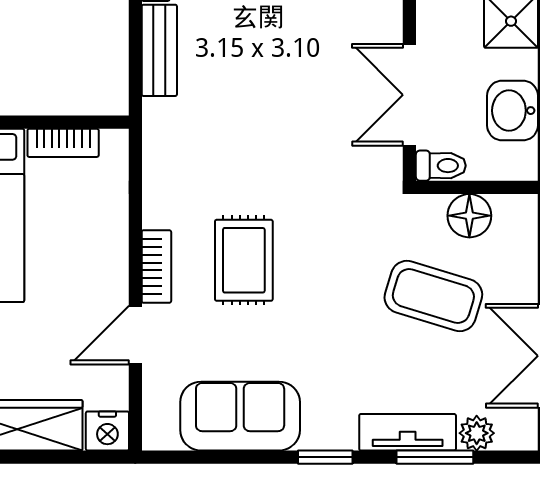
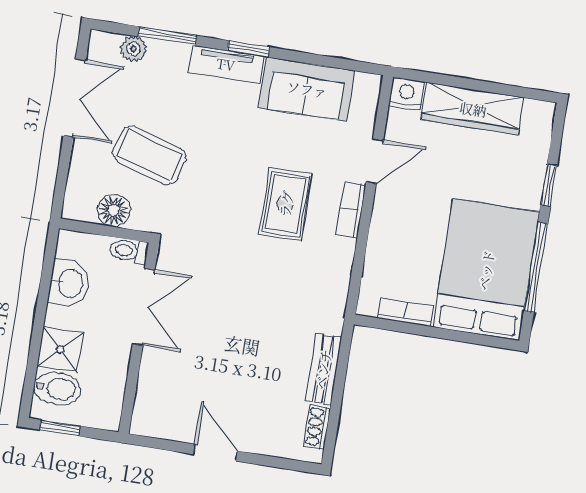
tv unit: (408, 432) -> (226, 64), moved

